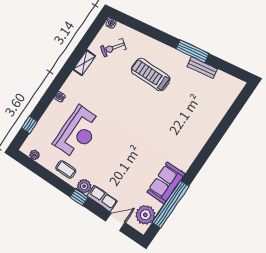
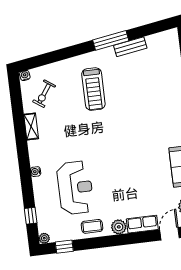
treadmill: (151, 75) -> (93, 89), turned -90
plant: (35, 155) -> (44, 238), moved
window: (79, 197) -> (64, 247), moved

